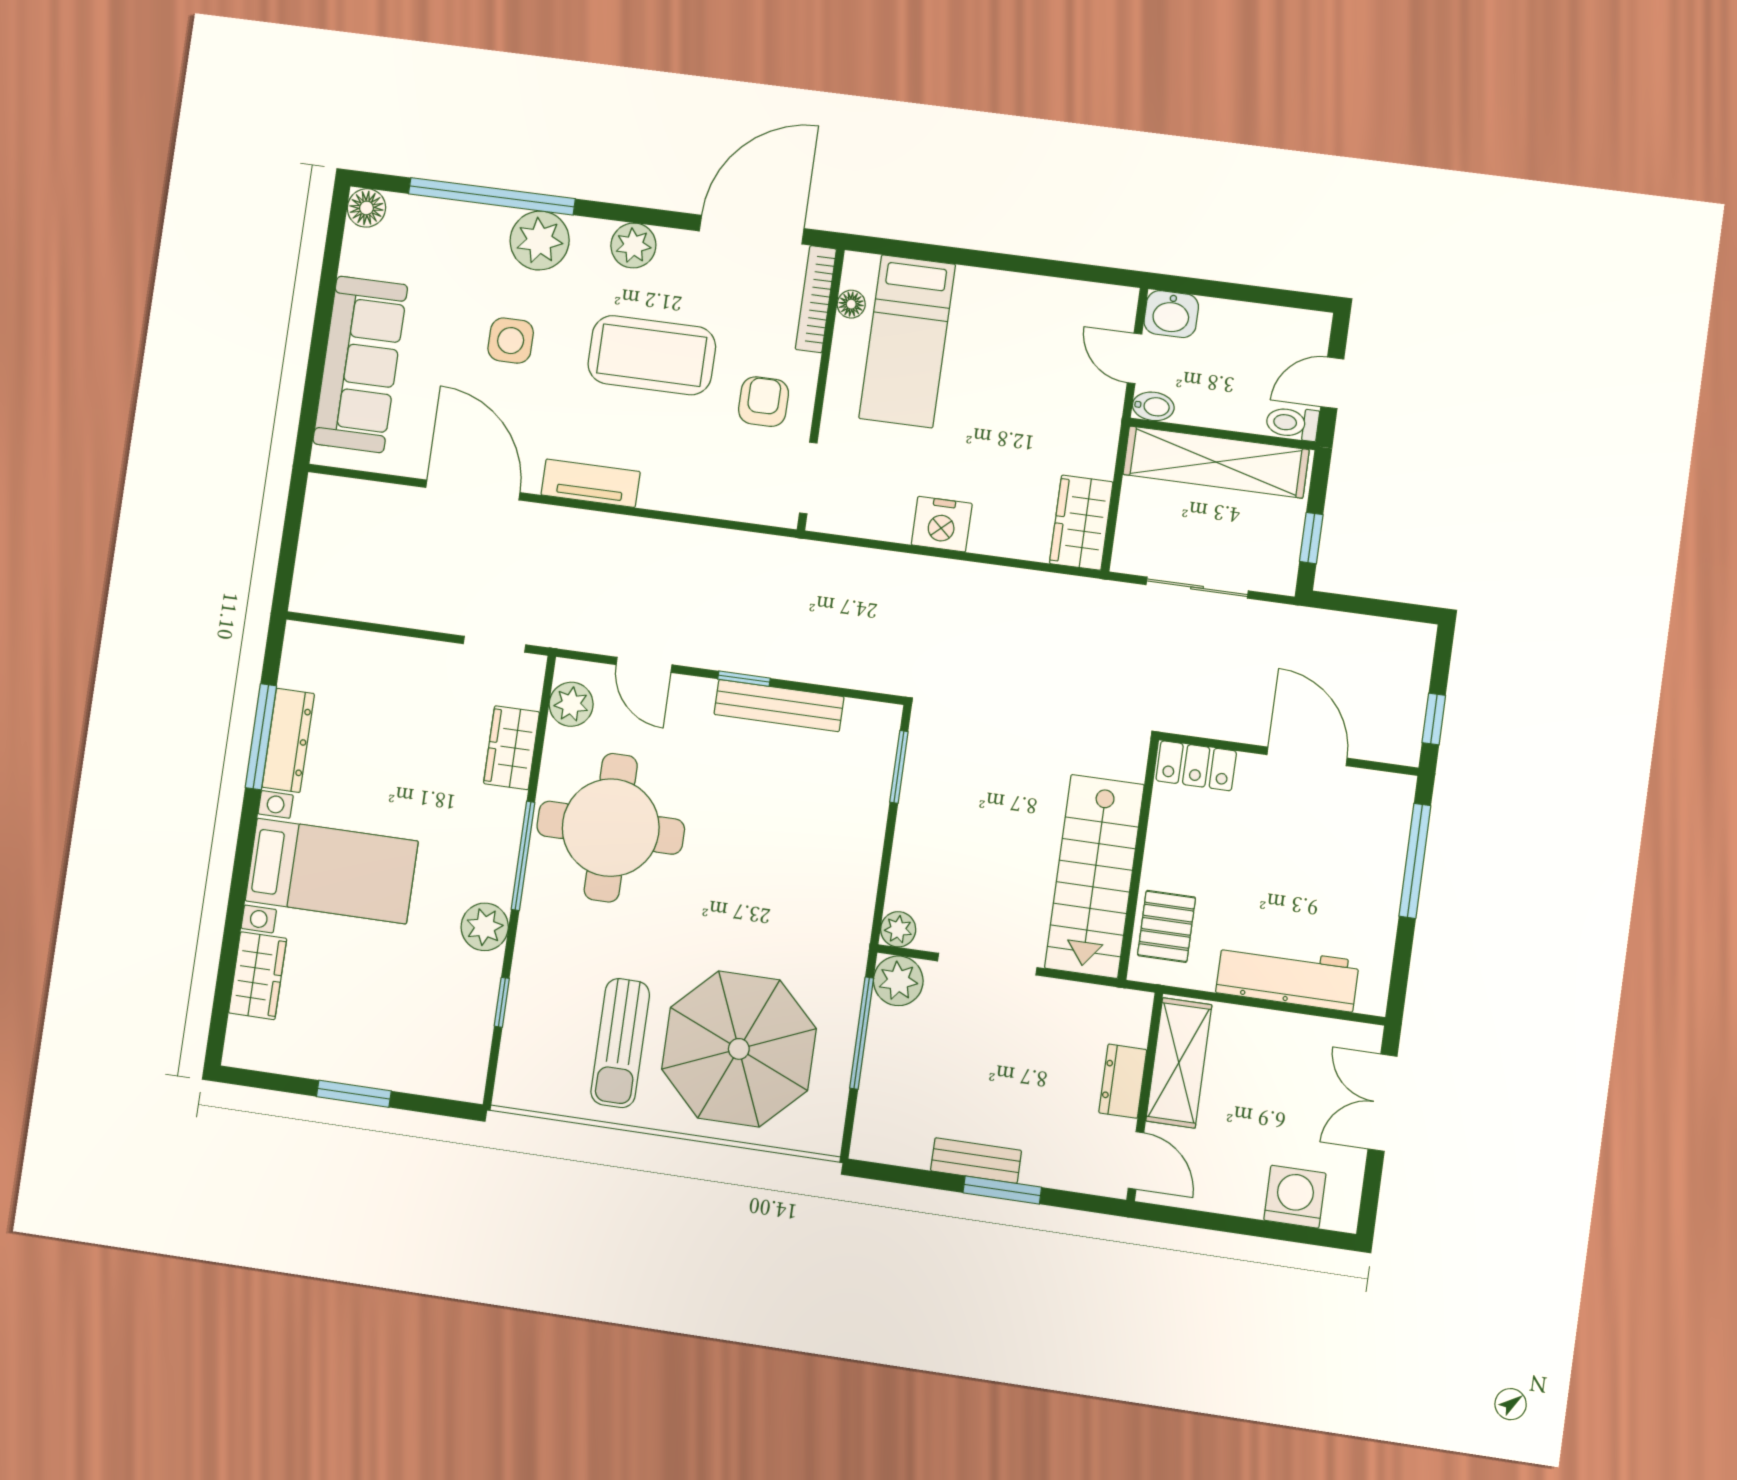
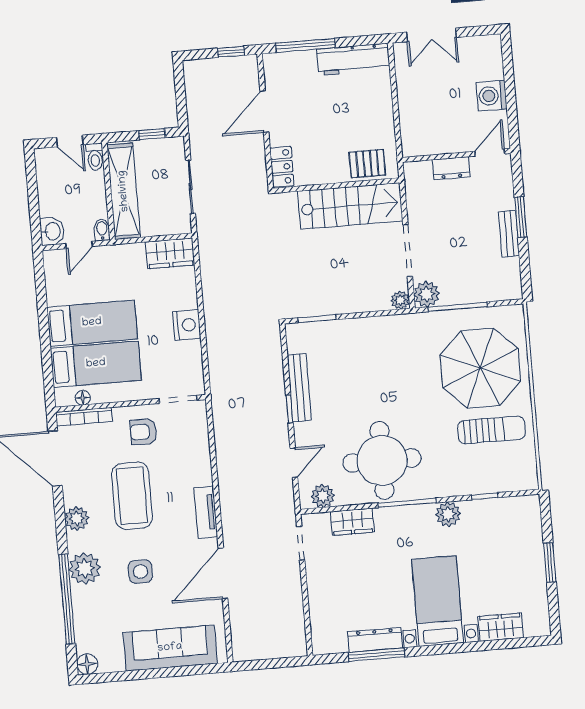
bed: (984, 351) -> (92, 323), added
workbench: (1287, 977) -> (353, 59), moved, turned -90
shelving: (1179, 1063) -> (435, 142), removed
washing machine: (1295, 1197) -> (492, 96), moved

